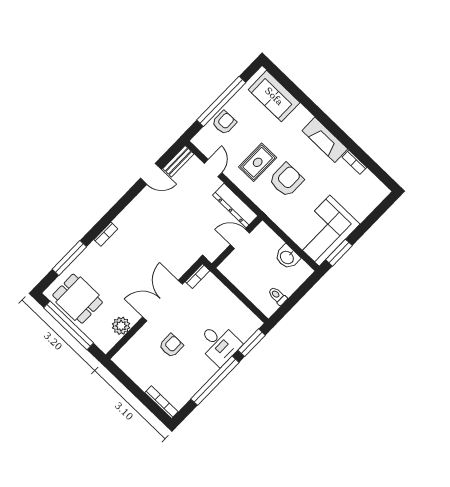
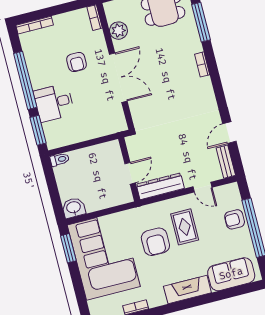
armchair: (224, 123) -> (235, 219), turned 91
fireplace: (325, 140) -> (187, 289), moved
corner sofa: (324, 231) -> (104, 256), width x1.36, depth x1.36
washbasin: (287, 257) -> (74, 208), moved
bookcase: (198, 276) -> (95, 18), moved
toilet: (277, 296) -> (60, 160), moved

